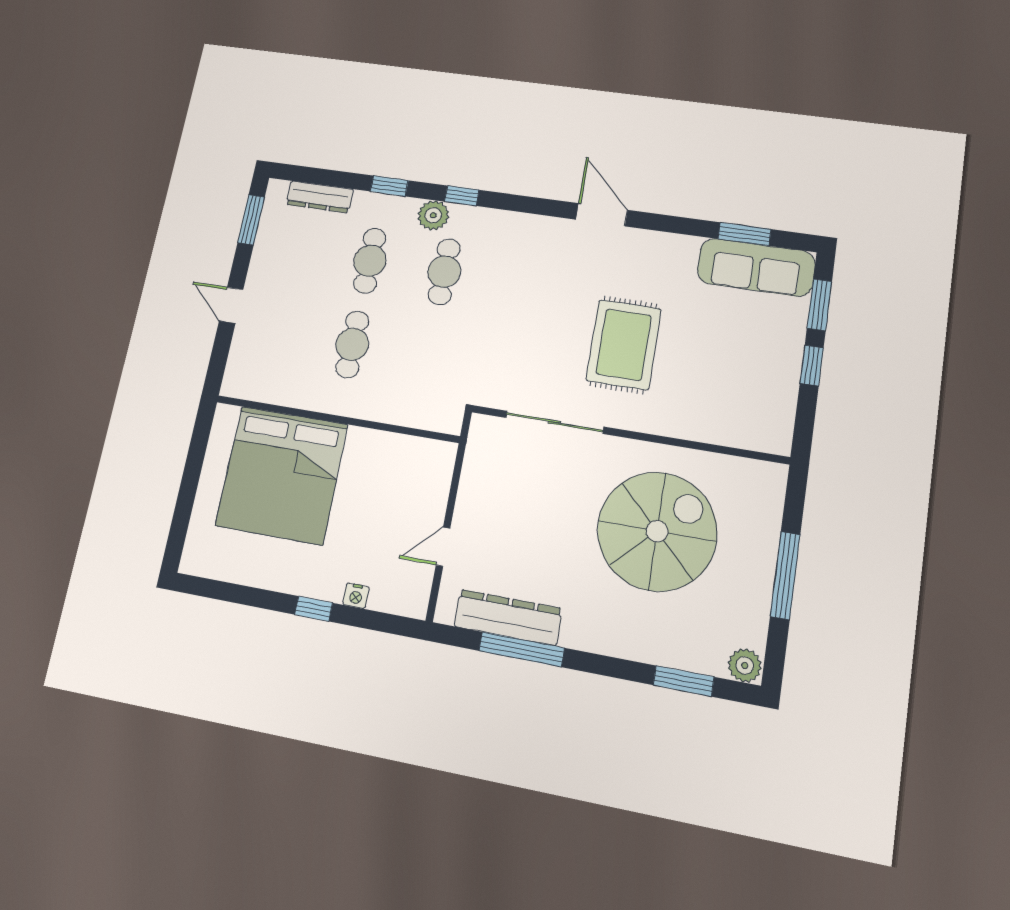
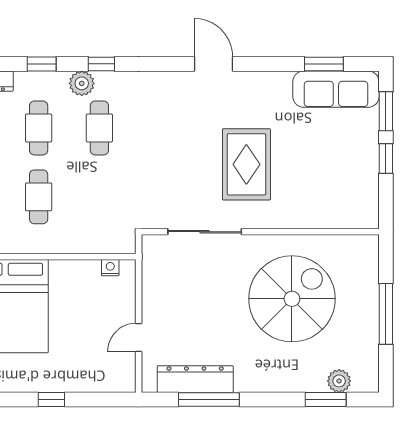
nightstand: (356, 596) -> (110, 268), moved, turned 180
plant: (745, 665) -> (339, 381), moved

